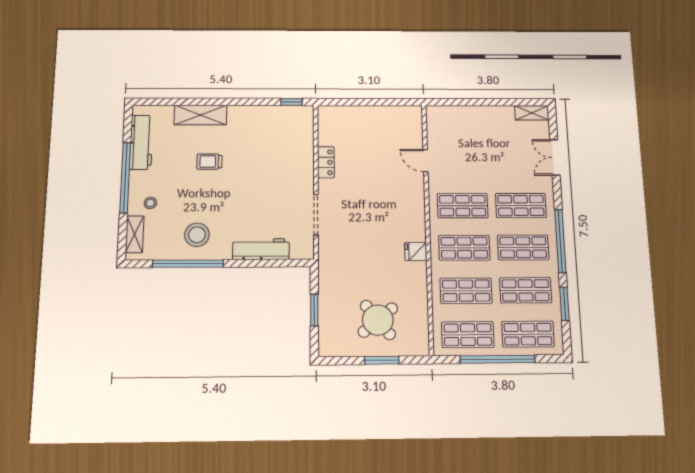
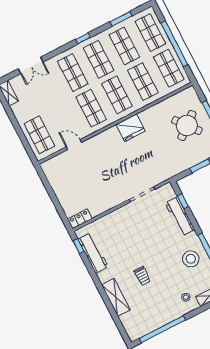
shop shelf: (459, 124) -> (39, 135), added
workbench: (141, 142) -> (93, 253), moved, turned 90
door: (426, 161) -> (74, 145), swing flipped
locker: (326, 162) -> (80, 219), moved
window: (125, 178) -> (162, 329), moved
window: (560, 241) -> (83, 38), width x0.32
fridge: (416, 251) -> (131, 128), width x1.88, depth x1.34
window: (279, 263) -> (183, 201), added

